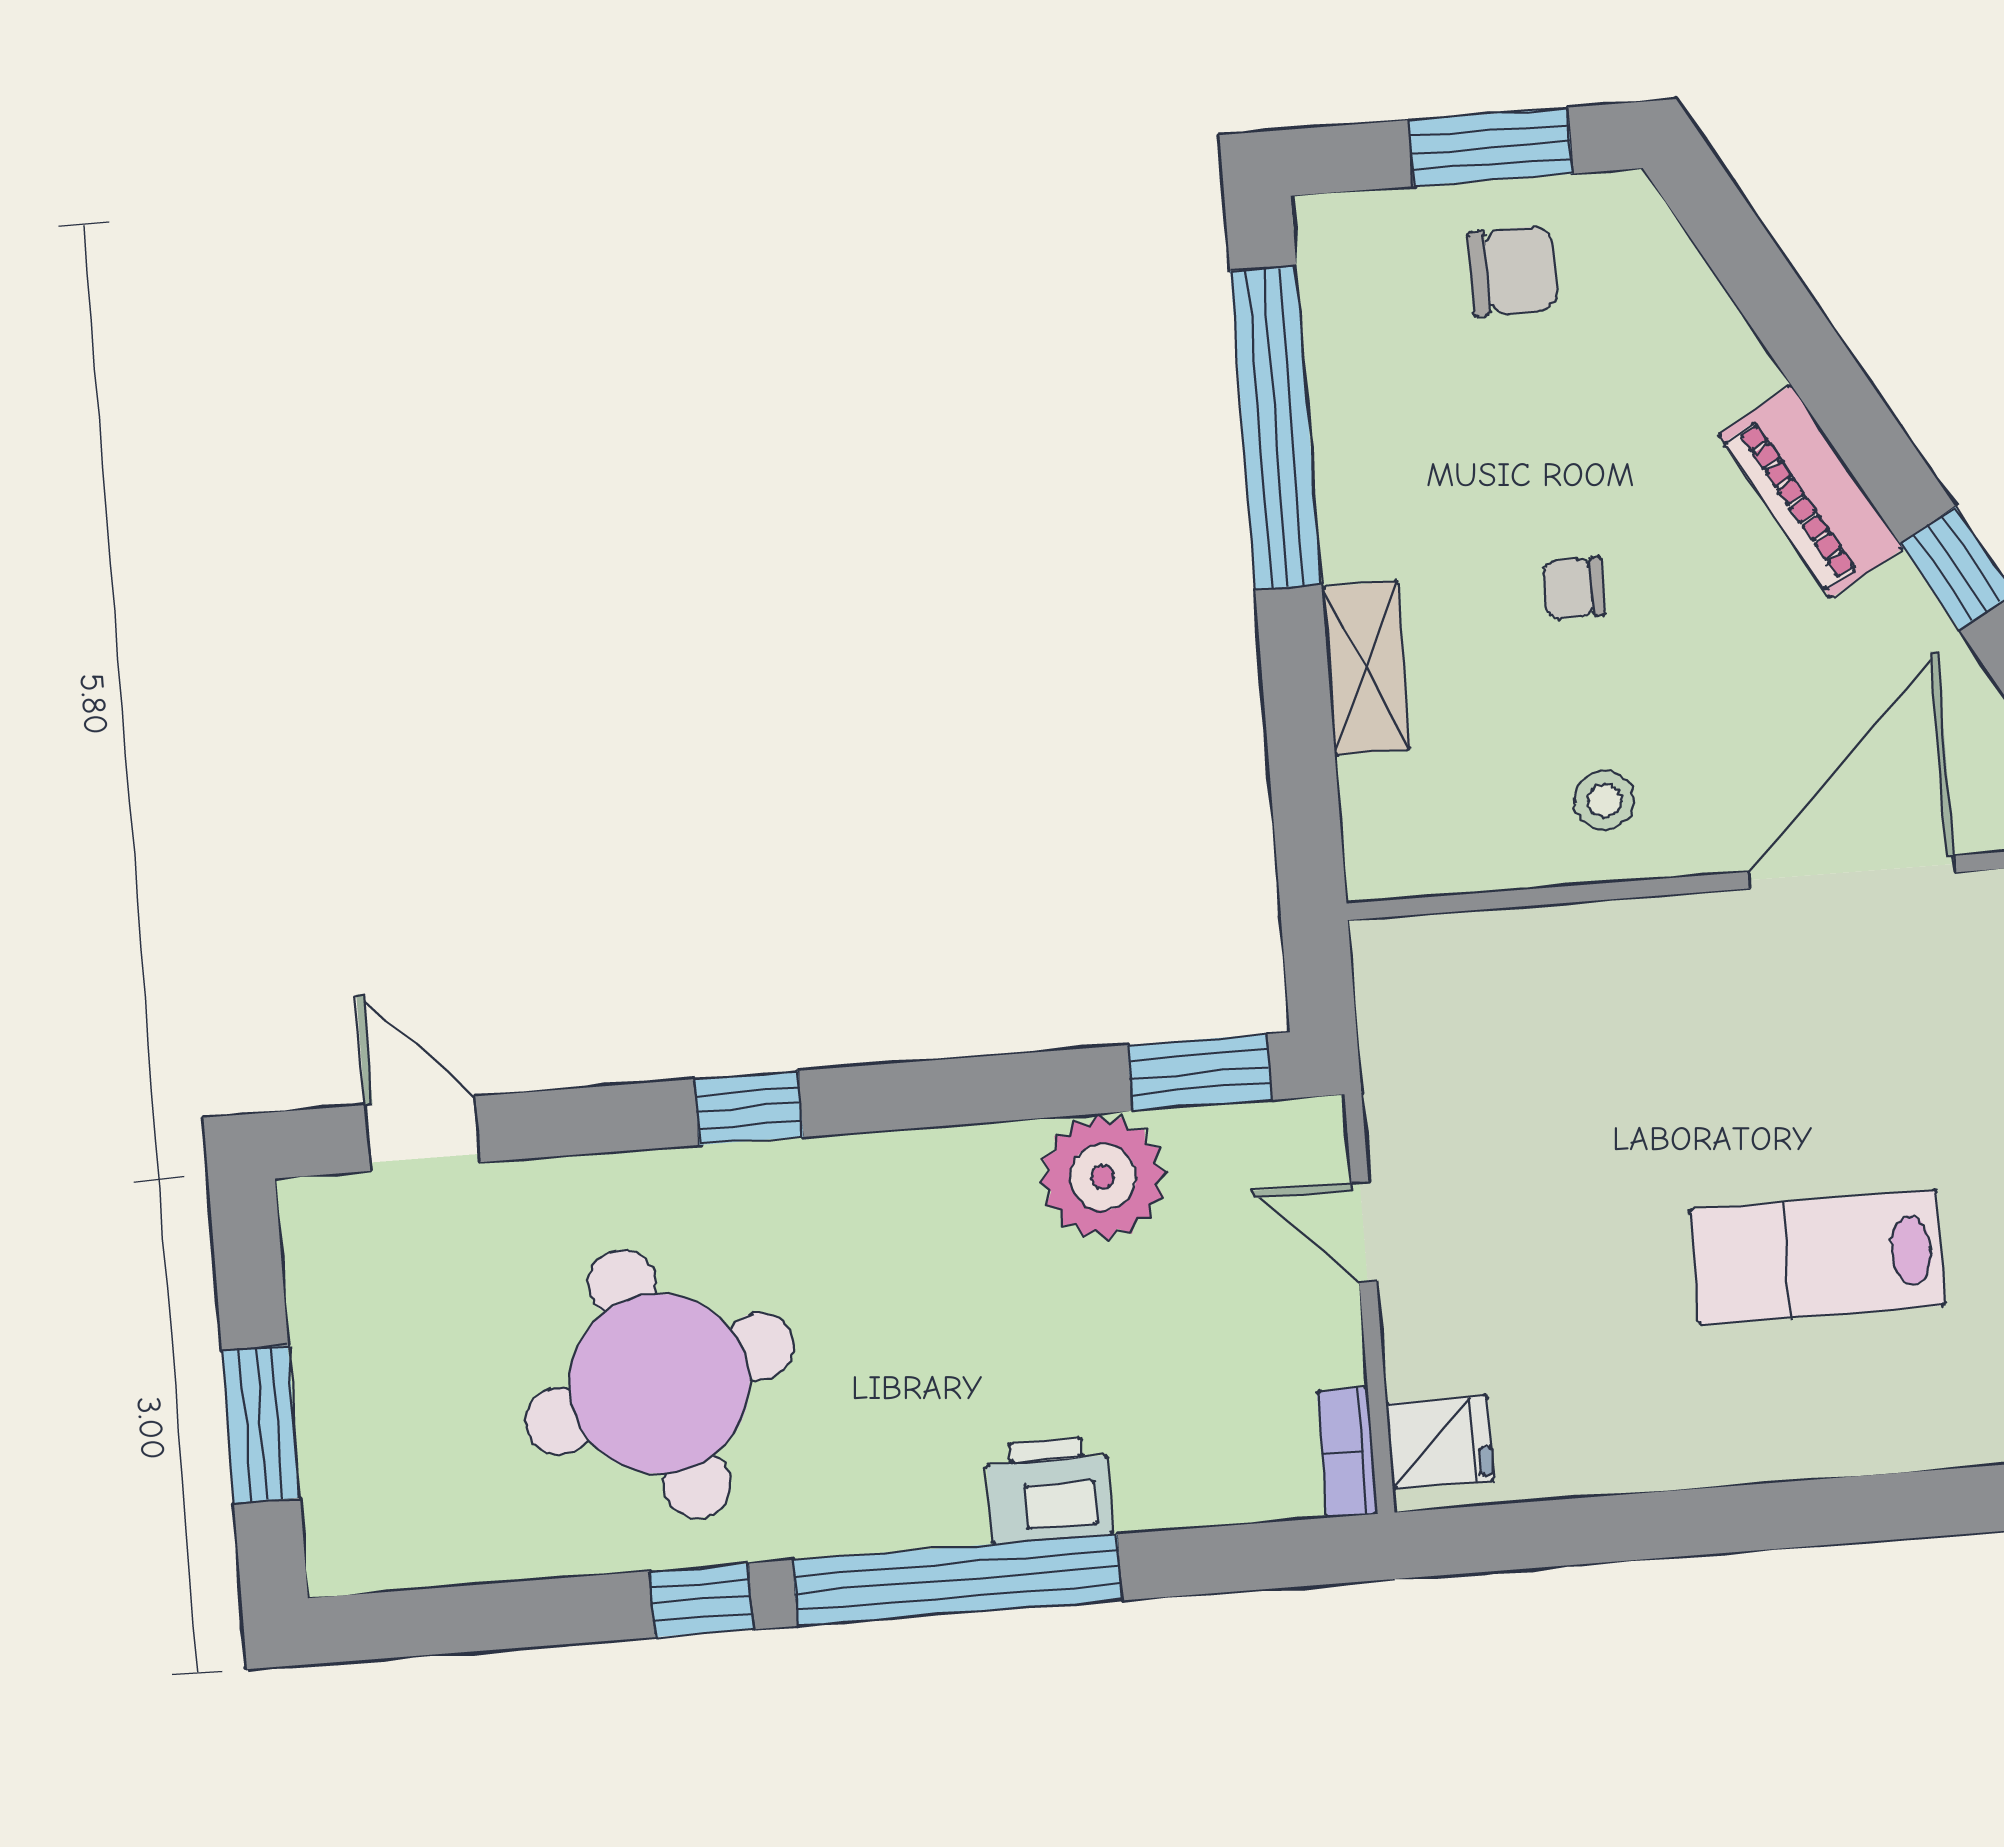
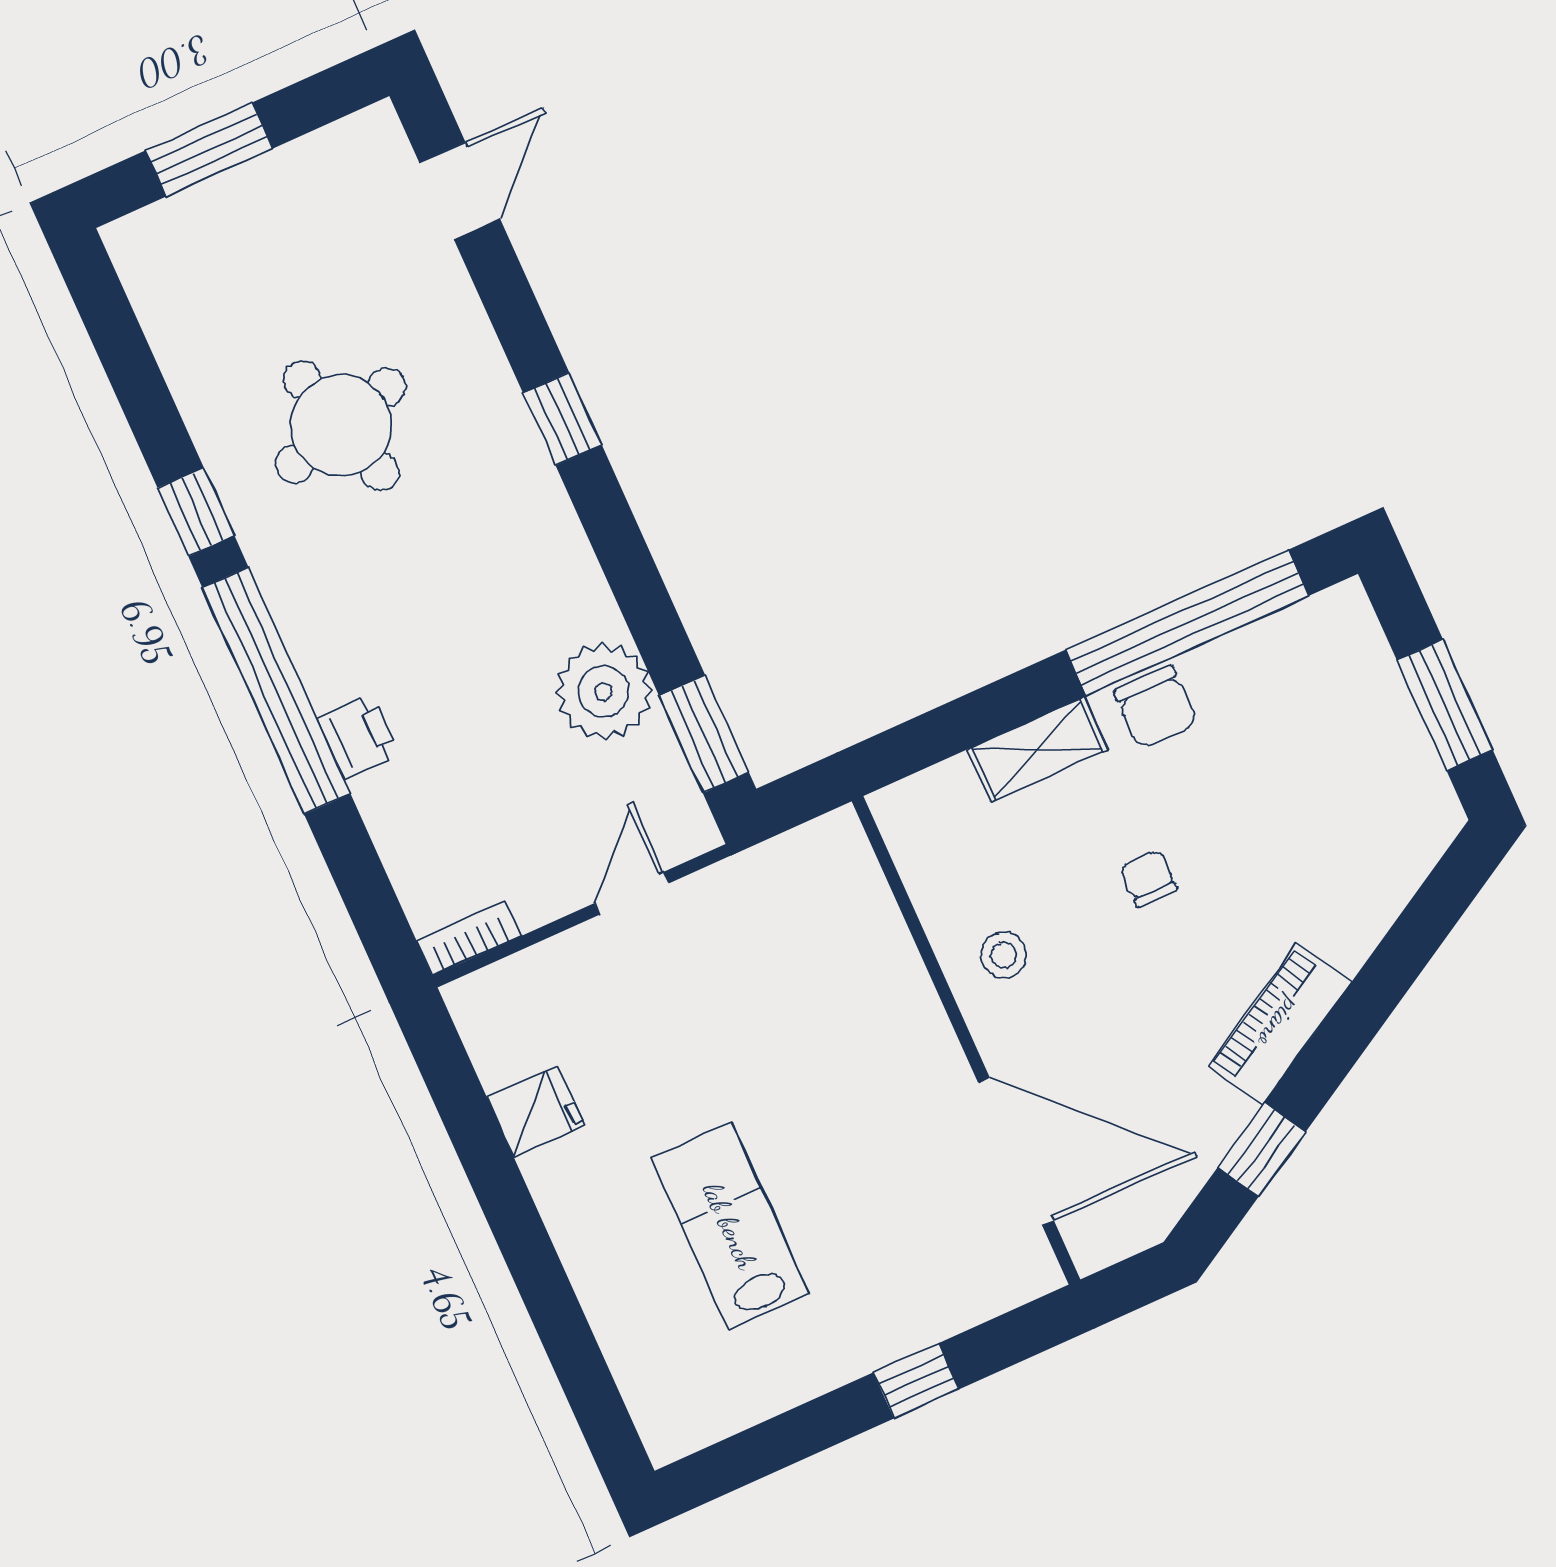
chair: (1513, 271) -> (1156, 707), moved
round table: (659, 1384) -> (341, 426), width x0.73, depth x0.73
fridge: (1440, 1442) -> (536, 1111), moved, turned -90
printer: (1049, 1490) -> (358, 736), width x0.73, depth x0.81

